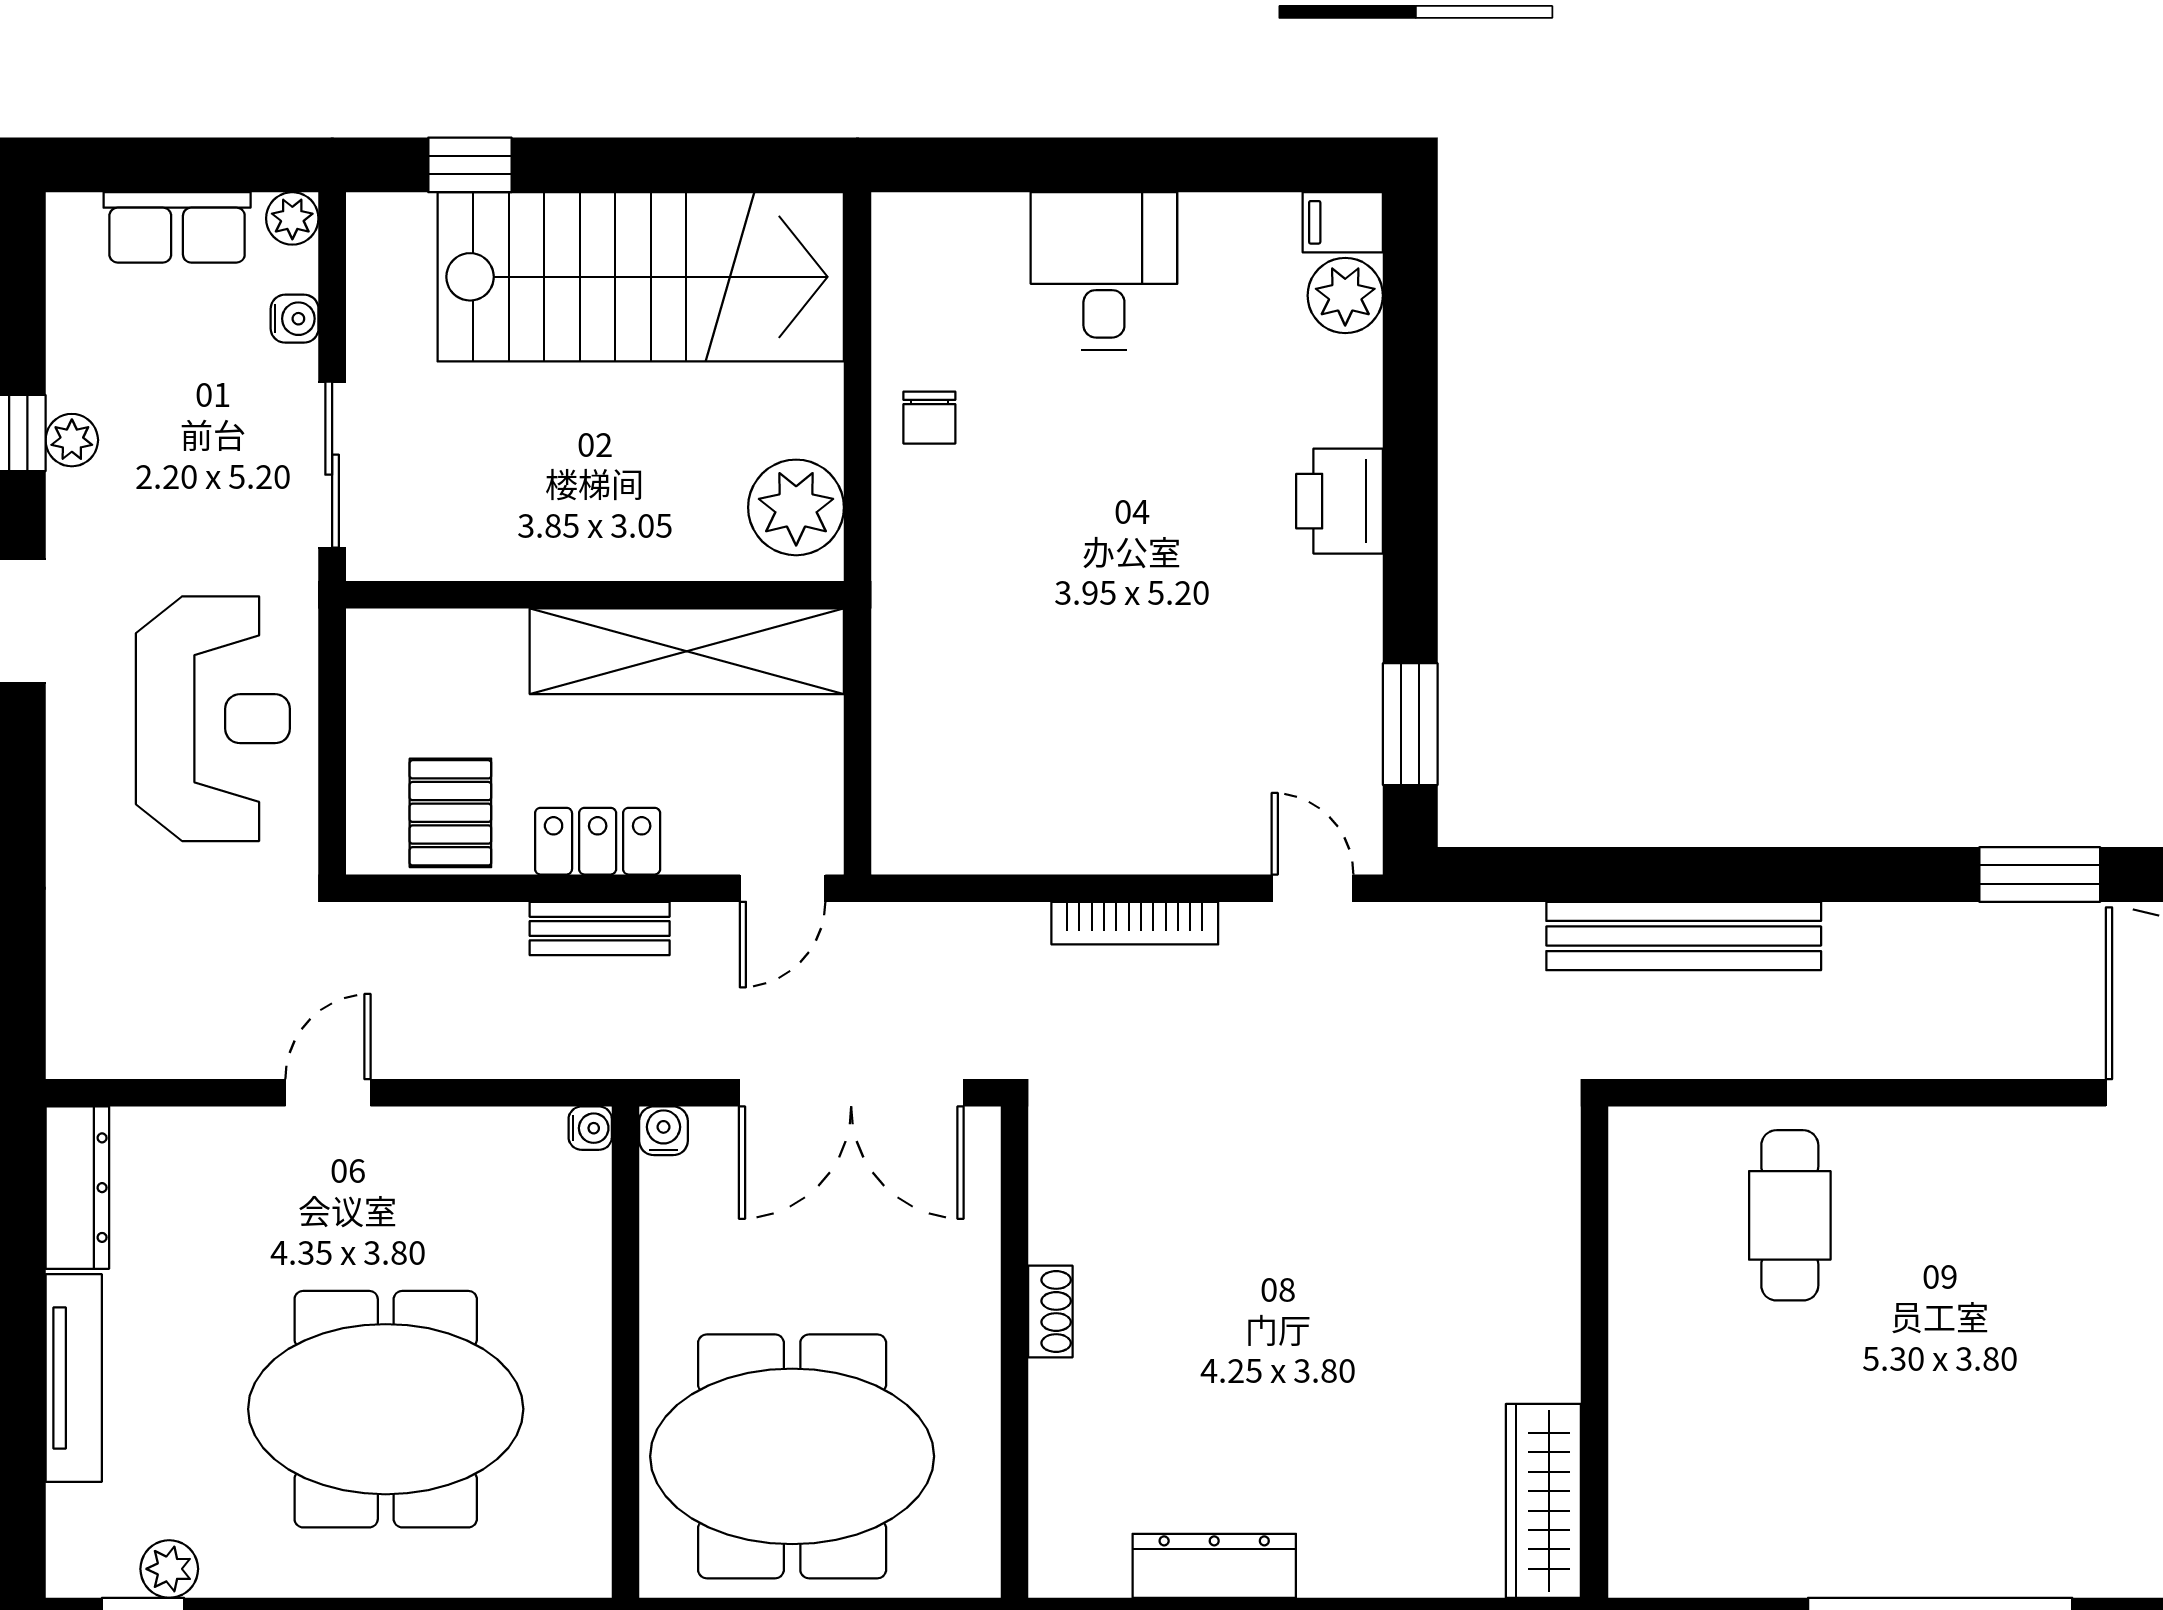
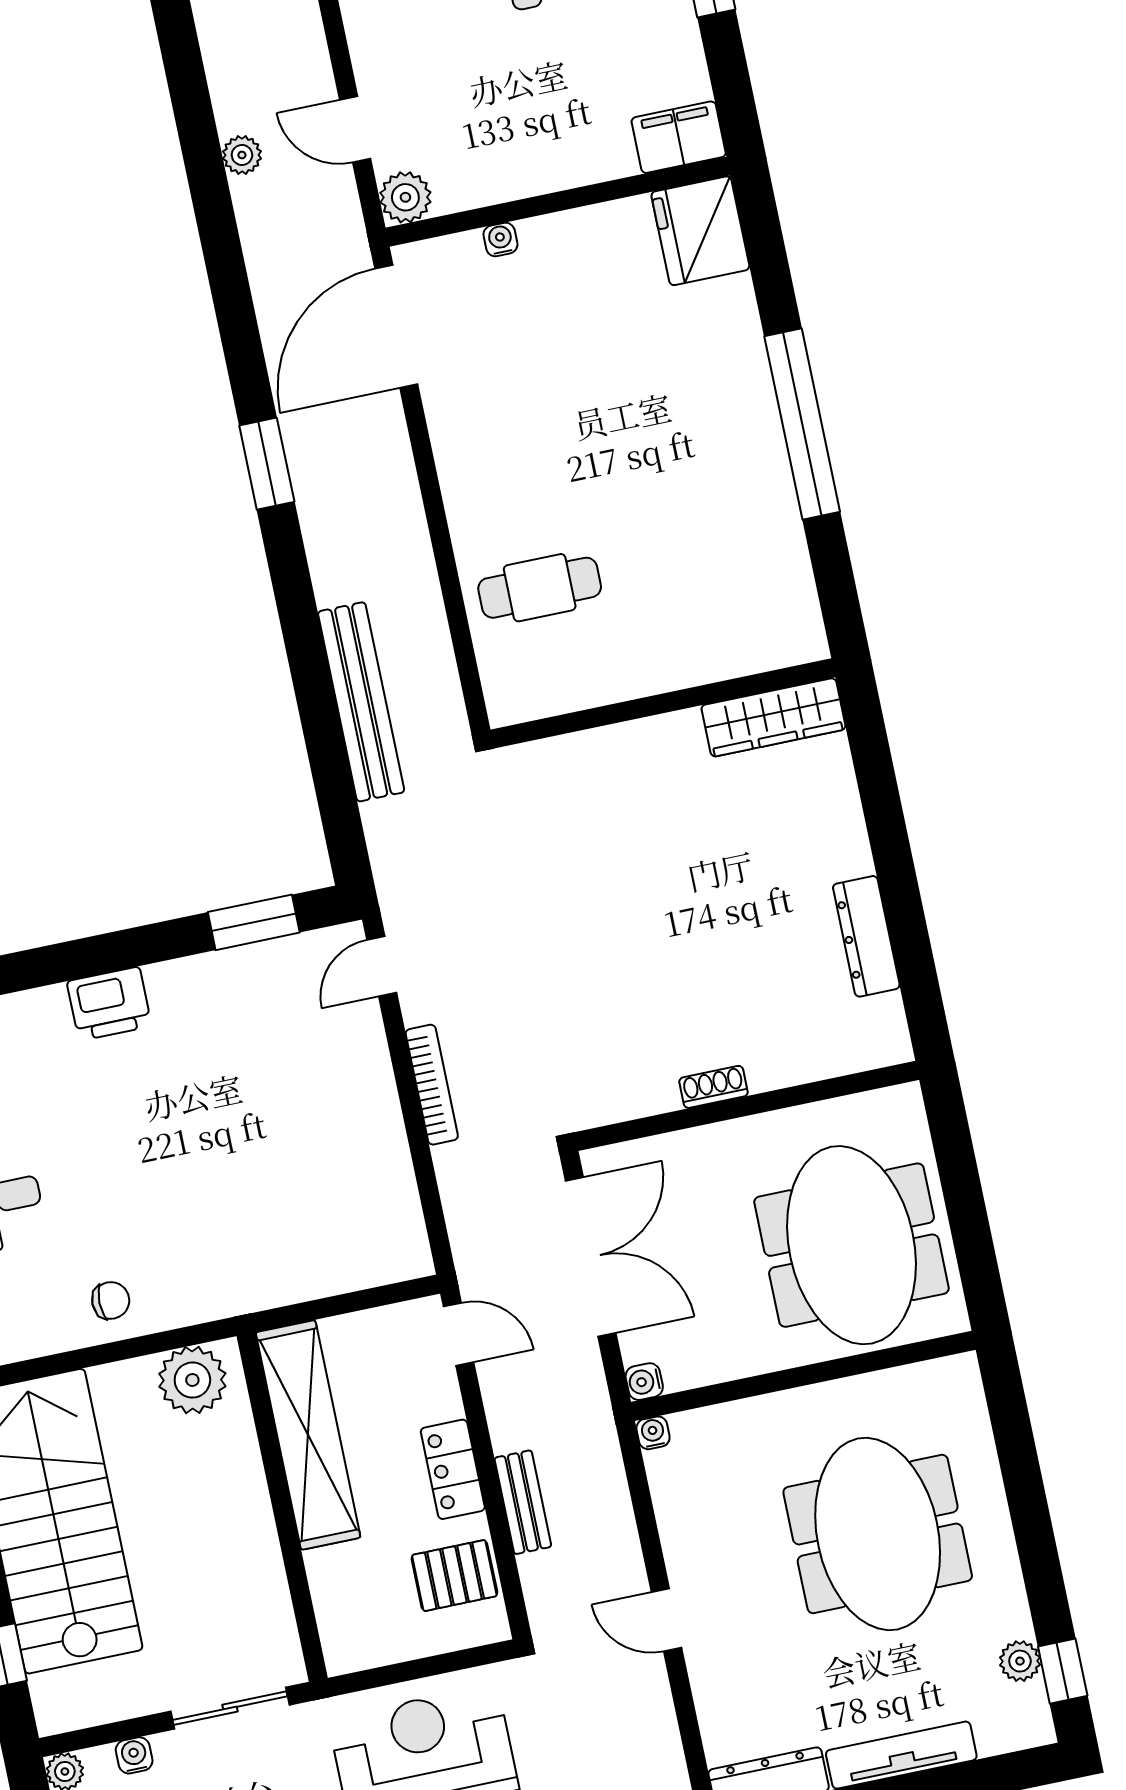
bench: (600, 929) -> (523, 1502), moved

